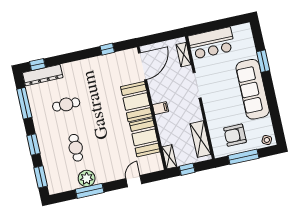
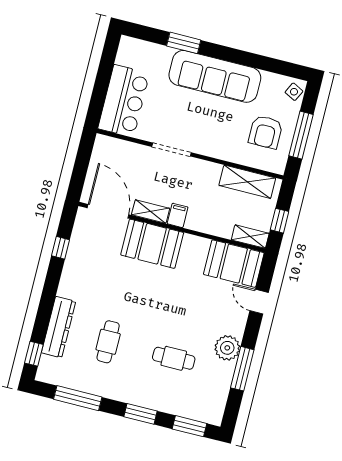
shelving: (184, 55) -> (151, 212), moved
dresser: (43, 75) -> (59, 327), moved
booth: (145, 137) -> (234, 264), moved
plant: (87, 178) -> (227, 348), moved

